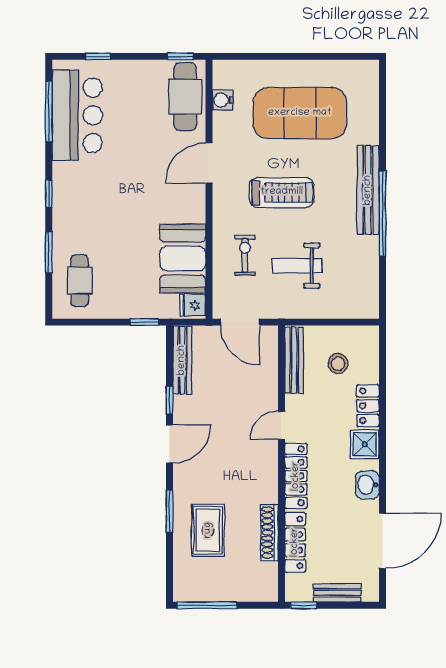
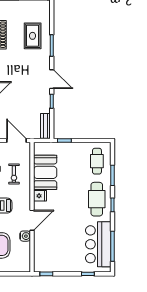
cafe table: (185, 97) -> (97, 199), moved
water cooler: (223, 100) -> (25, 236), moved
fridge: (193, 305) -> (40, 196), moved
bench: (182, 360) -> (45, 126), width x0.73
door: (170, 444) -> (52, 79), swing flipped

